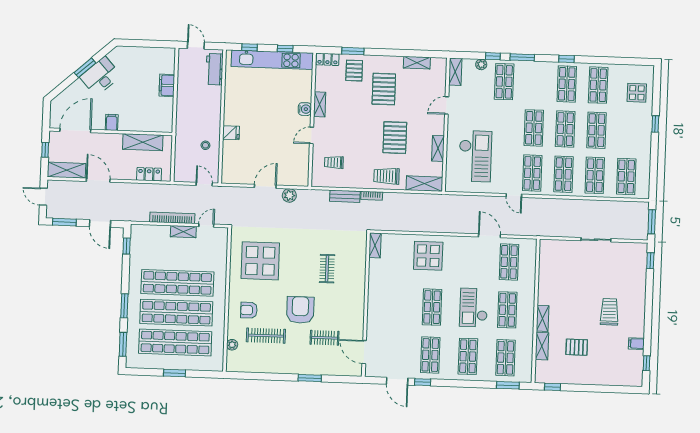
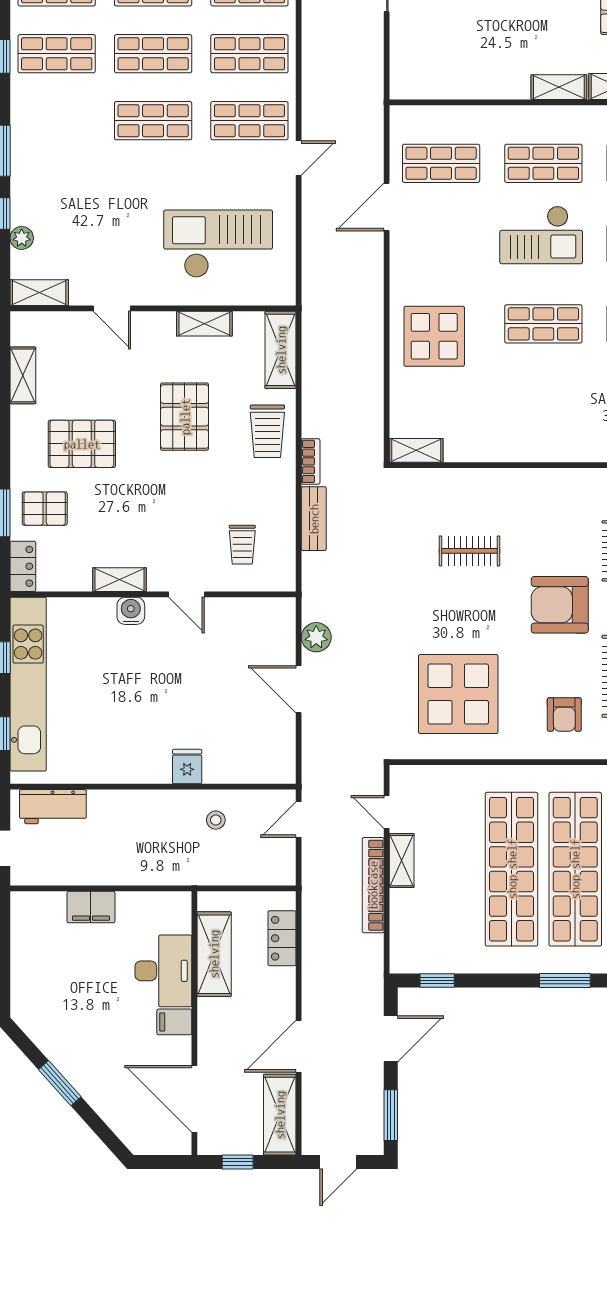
desk: (100, 76) -> (163, 971), moved, turned -138
shop shelf: (504, 82) -> (57, 188), removed
pallet: (395, 138) -> (185, 417), turned 90

